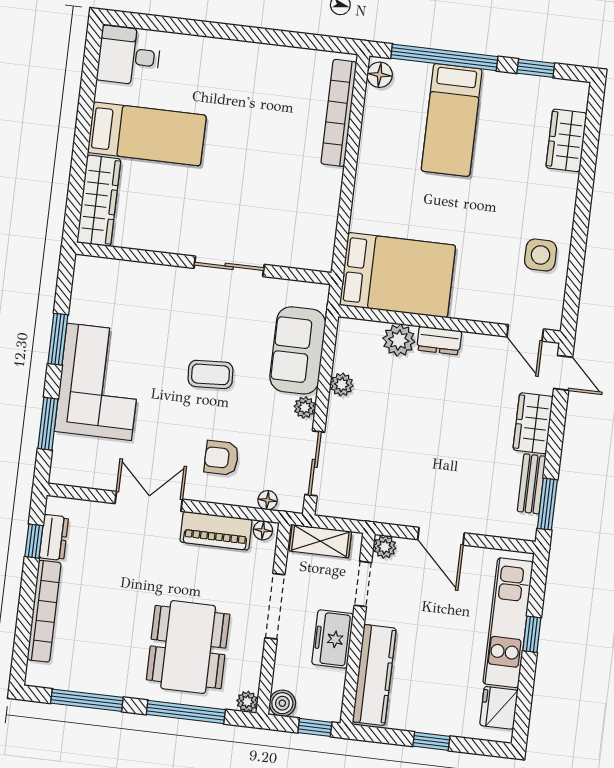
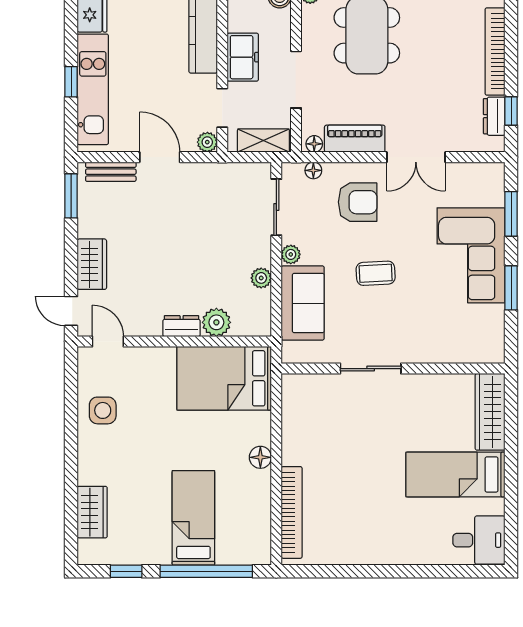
floor lamp: (380, 75) -> (260, 457), moved
armchair: (221, 458) -> (358, 202), width x1.38, depth x1.38
bench: (532, 484) -> (111, 172), moved, turned 90

